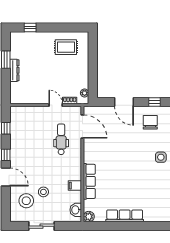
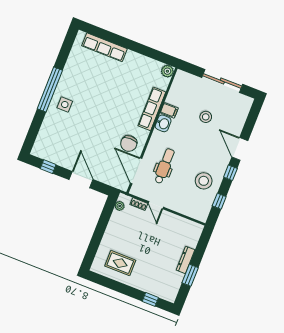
chair: (150, 122) -> (129, 144), moved
dental chair: (61, 139) -> (164, 166), turned 180
stool: (26, 201) -> (204, 181), moved
washbasin: (76, 210) -> (163, 123), moved
row of seats: (125, 216) -> (104, 47), moved
sliding door: (42, 226) -> (222, 81), width x1.37

